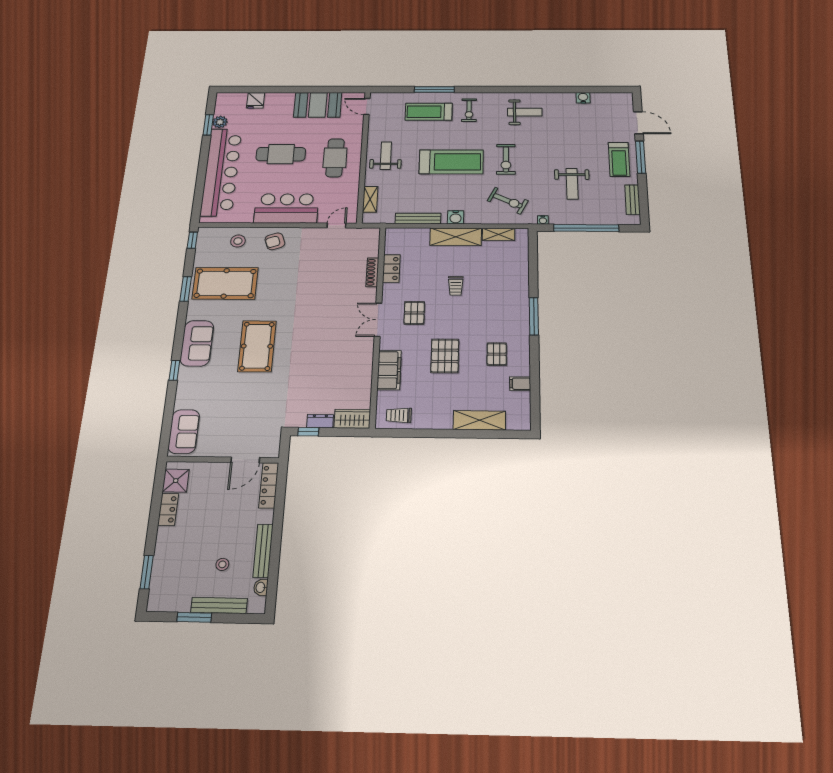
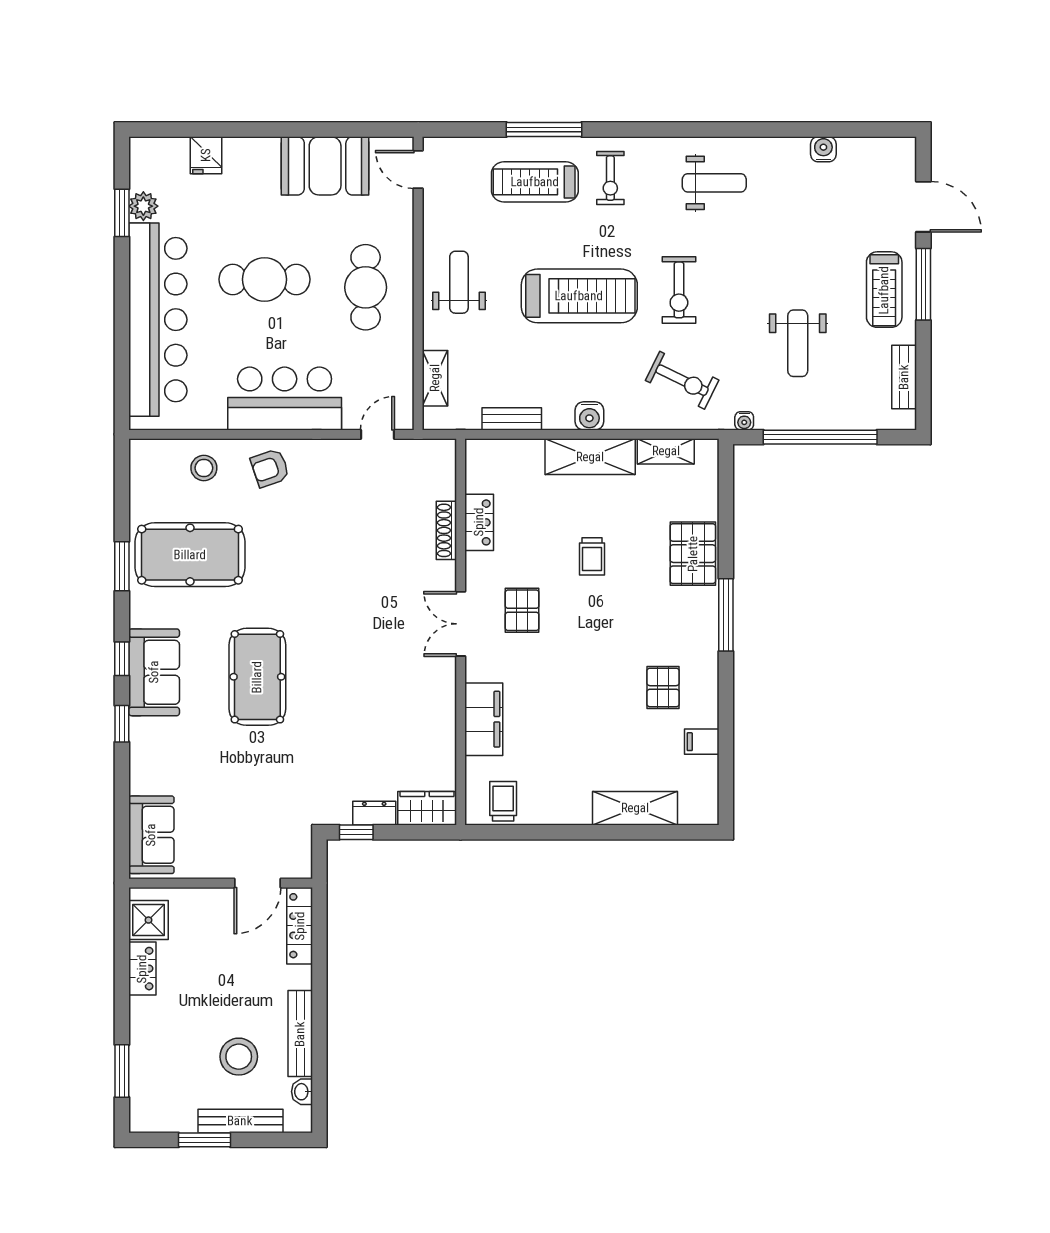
bench: (418, 218) -> (512, 419), width x0.73
window: (192, 240) -> (122, 659), moved
pallet: (445, 356) -> (693, 554), moved
trolley: (399, 415) -> (503, 801), turned 90
stool: (222, 564) -> (239, 1057), width x1.89, depth x1.89

